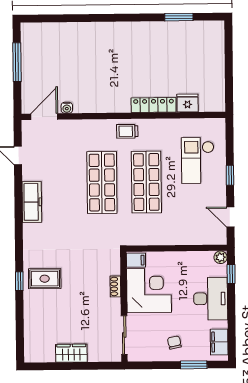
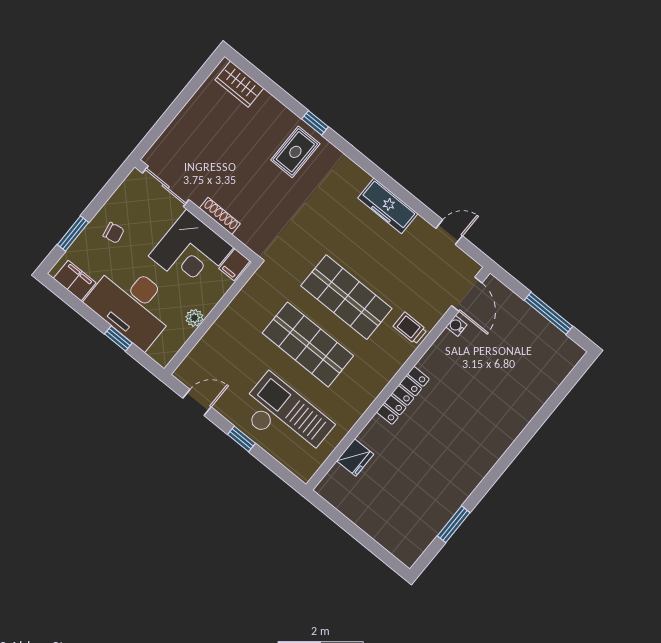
locker: (154, 105) -> (403, 395), moved
trolley: (127, 131) -> (410, 328), moved, turned -90
checkout: (198, 160) -> (285, 418), width x1.36, depth x1.21
plant: (221, 257) -> (194, 318), moved
window: (231, 274) -> (118, 339), moved
shoe rack: (115, 286) -> (220, 216), width x1.43
desk: (211, 299) -> (132, 304), width x1.36, depth x1.30
wardrobe: (71, 353) -> (239, 84), moved, turned 90

